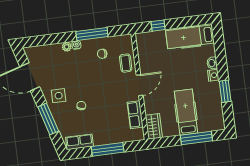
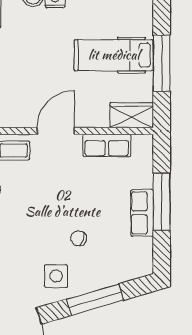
door: (140, 85) -> (56, 131), hinge flipped
window: (196, 138) -> (162, 63), moved
row of seats: (79, 142) -> (142, 213), moved

